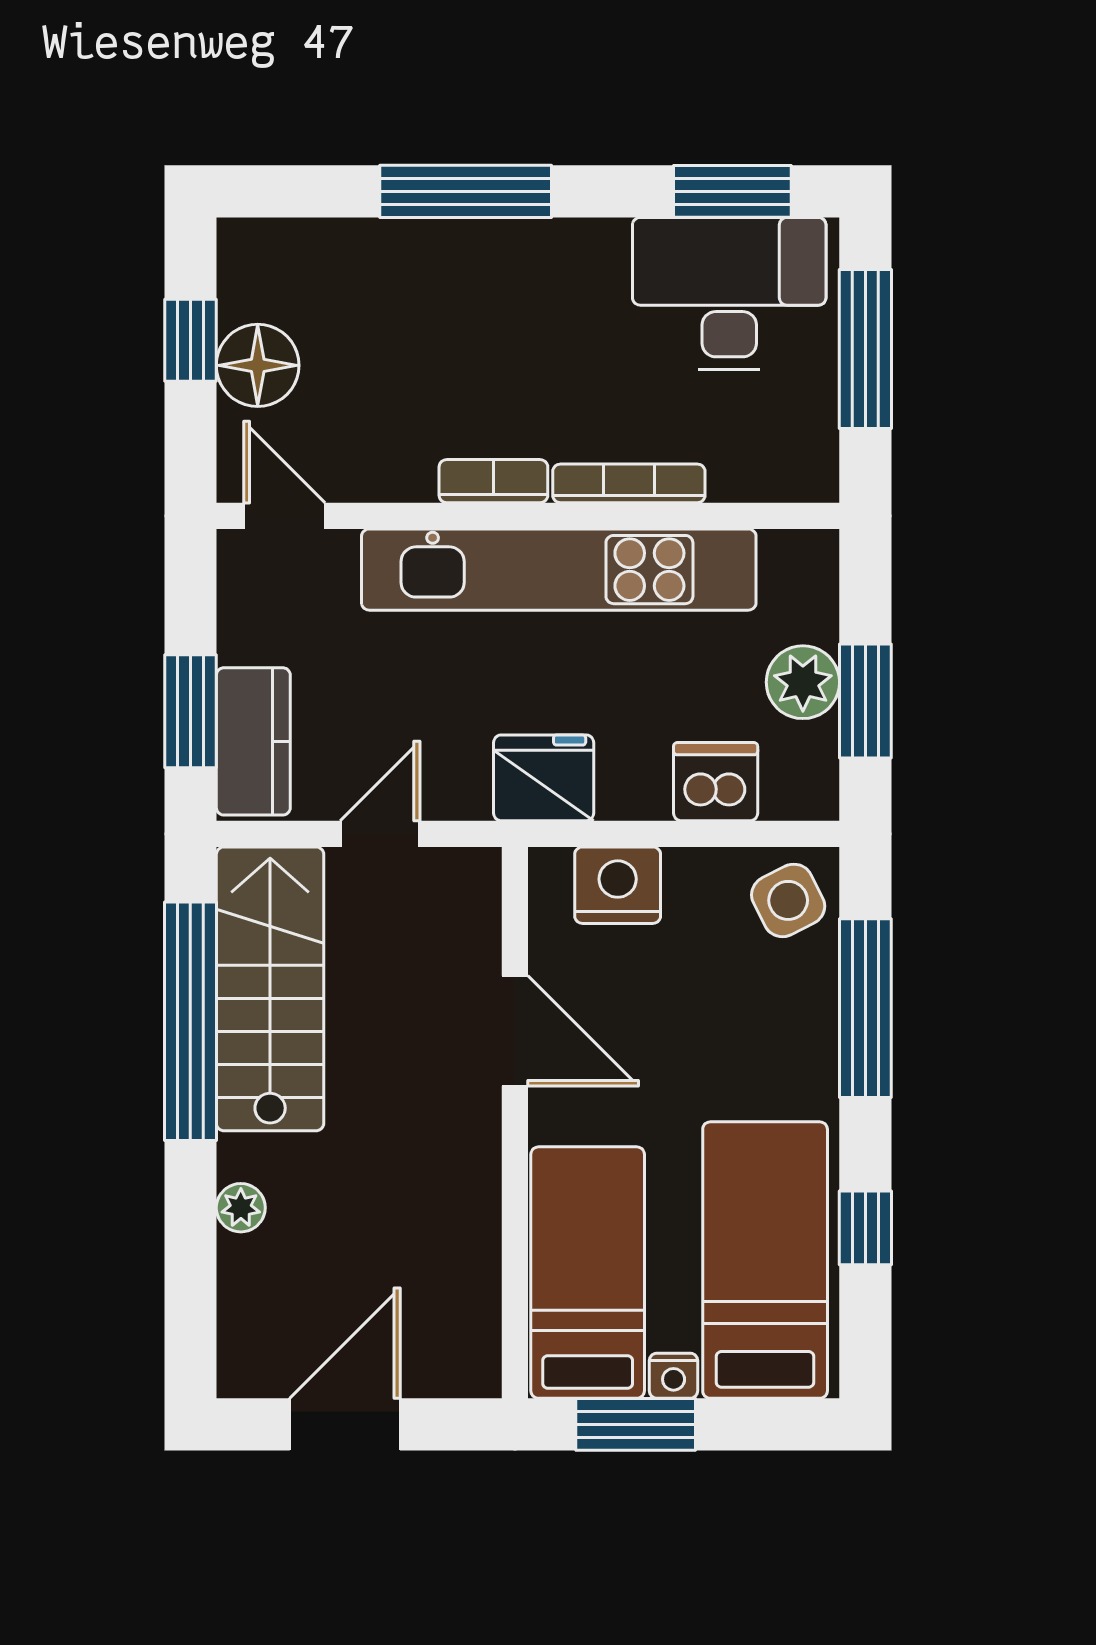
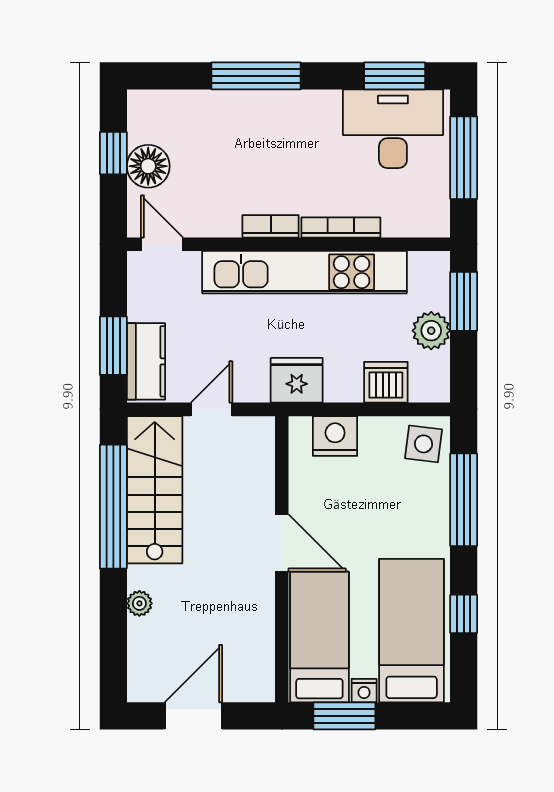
window: (865, 701) -> (464, 301), moved
side table: (788, 900) -> (424, 444), turned 34
door: (515, 1031) -> (282, 543), moved

